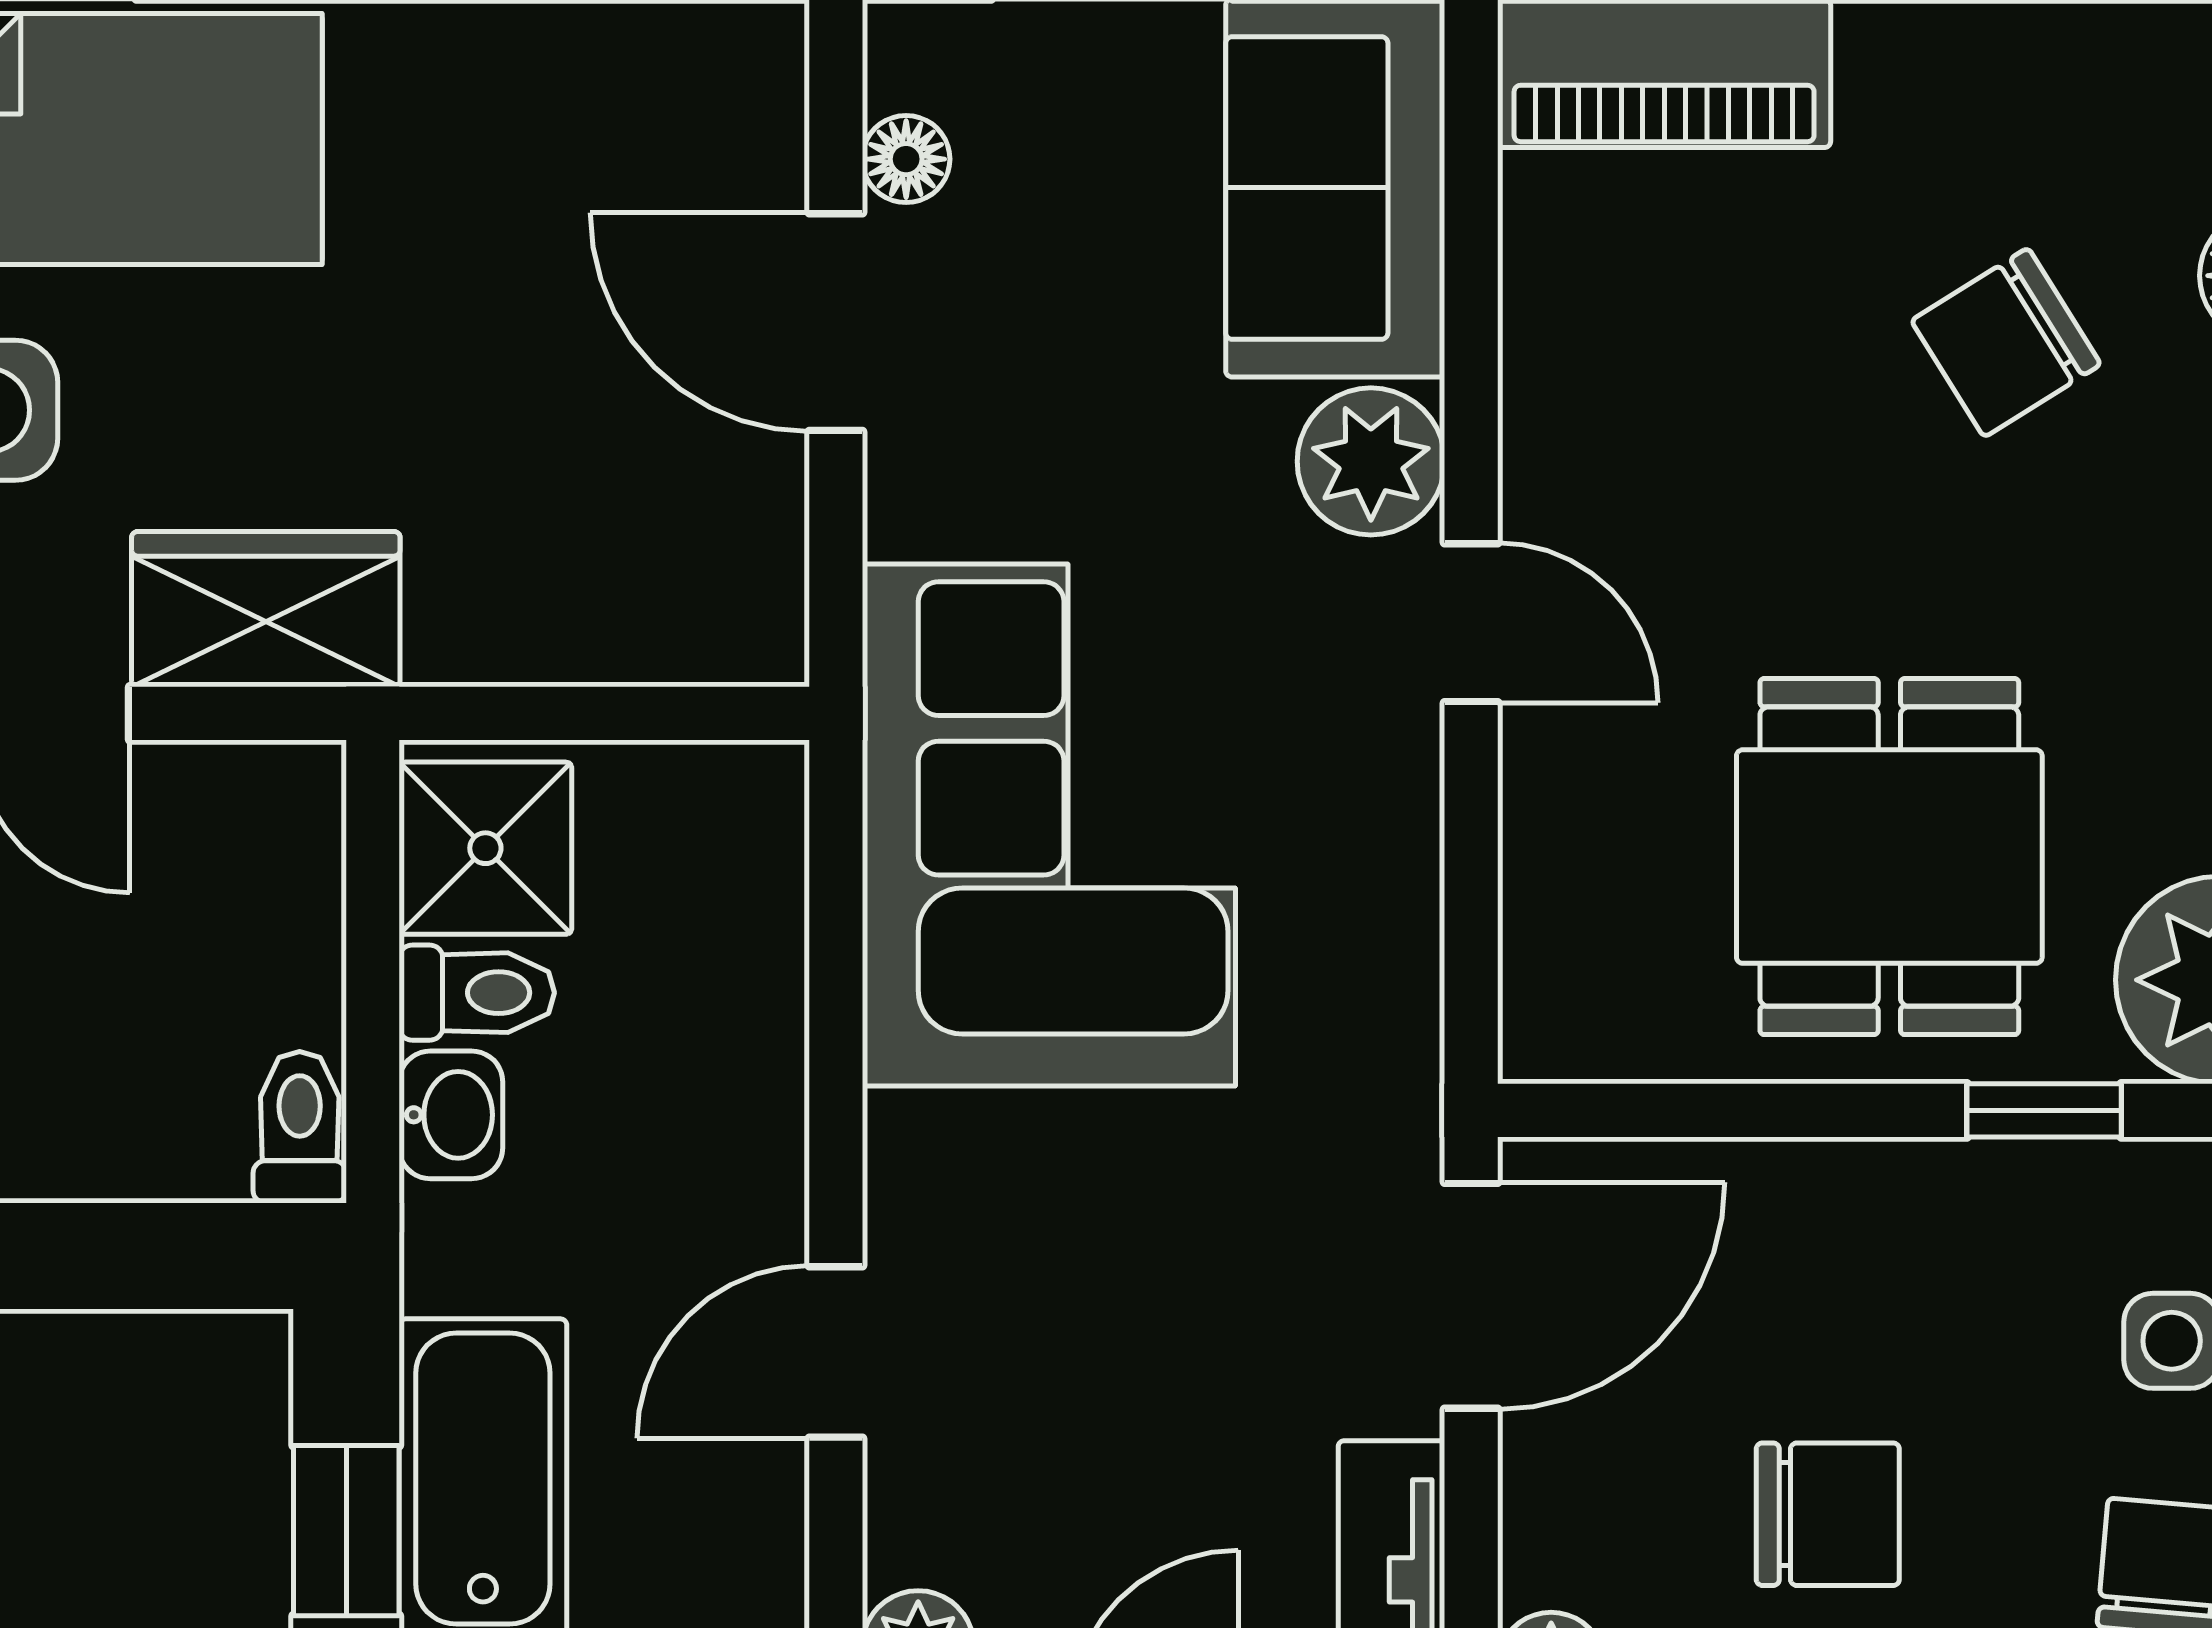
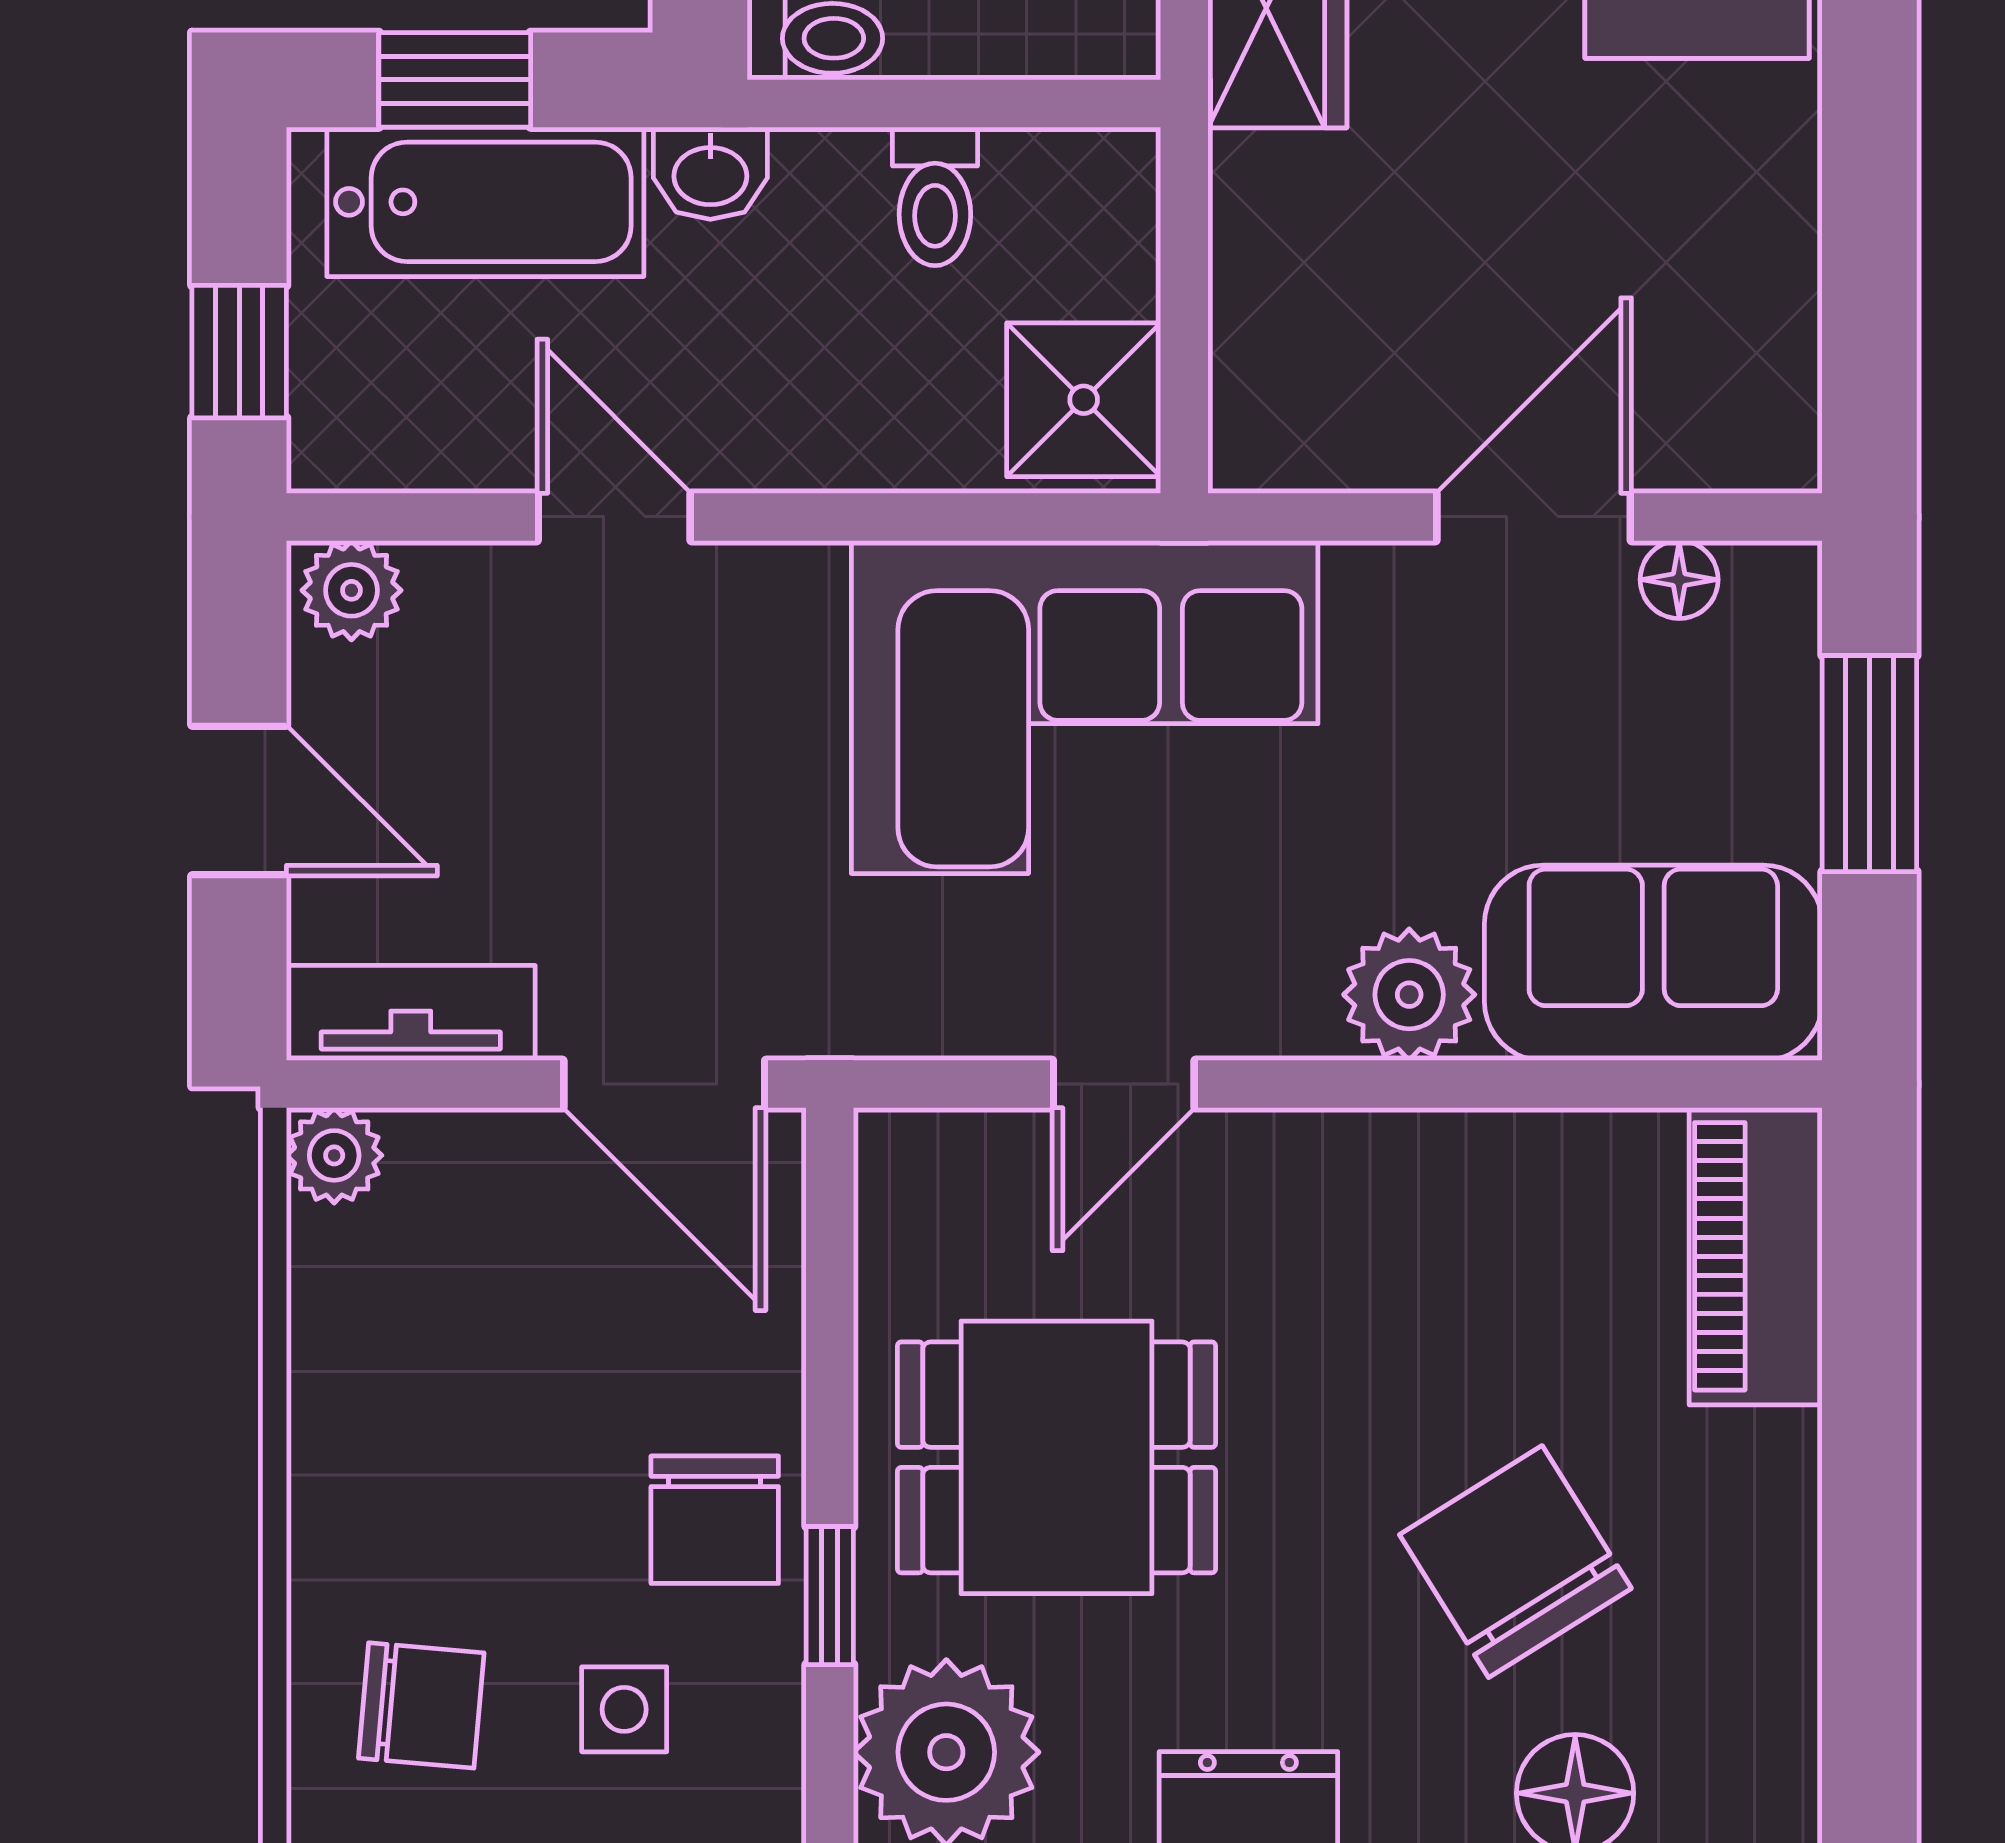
chair: (2006, 342) -> (1515, 1562), width x1.37, depth x1.37
door: (1471, 623) -> (1124, 1084), moved
shower: (485, 848) -> (1084, 400), moved
washbasin: (451, 1115) -> (710, 173), moved
chair: (1828, 1514) -> (715, 1520), moved

